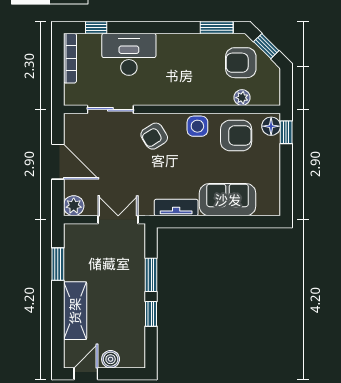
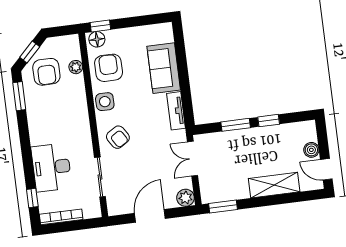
window: (58, 264) -> (223, 207), moved

